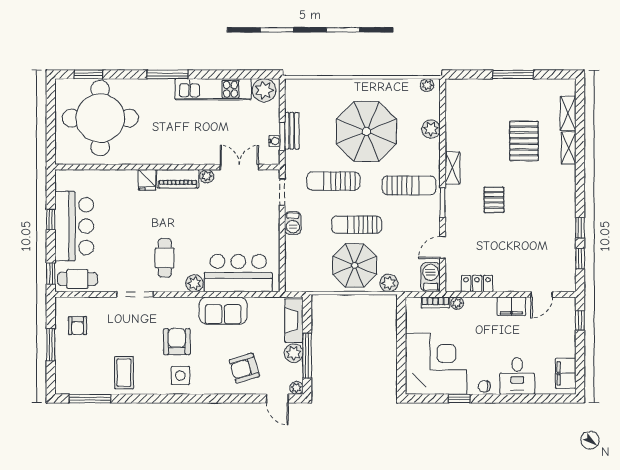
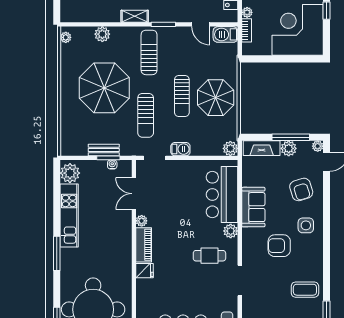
plant: (389, 283) -> (230, 148), moved
side table: (180, 376) -> (306, 225), moved

